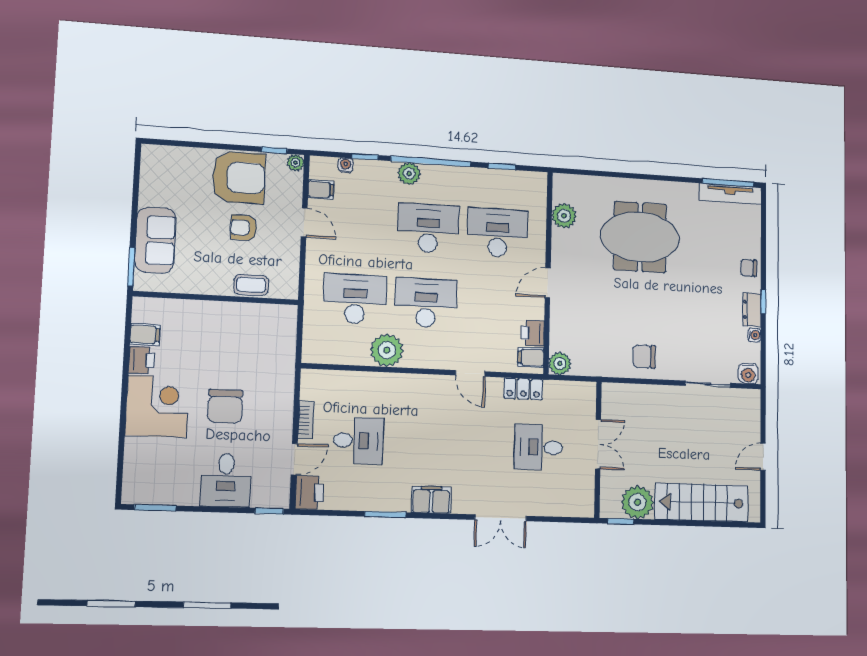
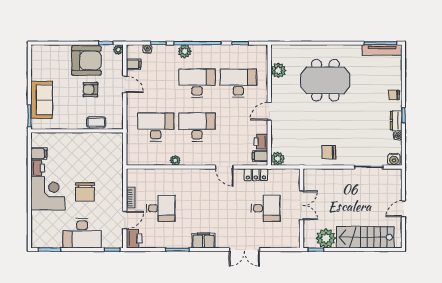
plant: (387, 350) -> (175, 160), width x0.53, depth x0.53
desk: (538, 447) -> (266, 208), turned 180
desk: (226, 480) -> (82, 233), width x1.37

